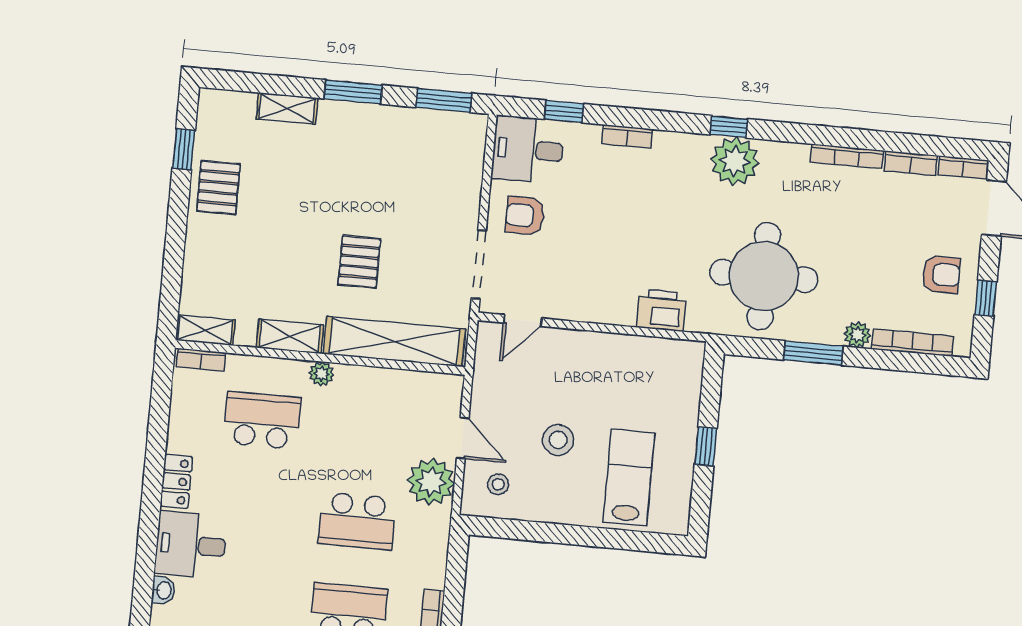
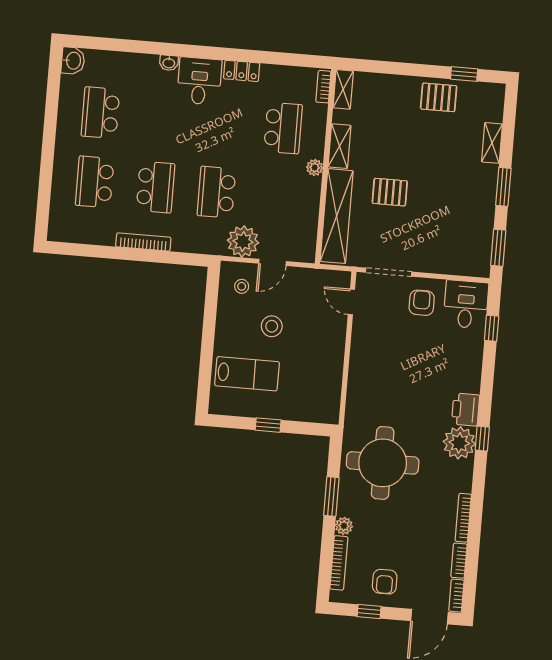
bookcase: (627, 136) -> (475, 371), removed
printer: (661, 310) -> (465, 410), moved, turned 180

